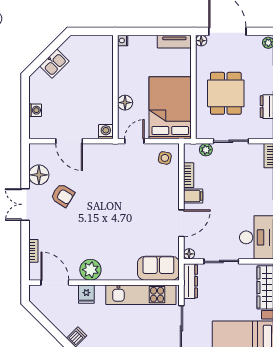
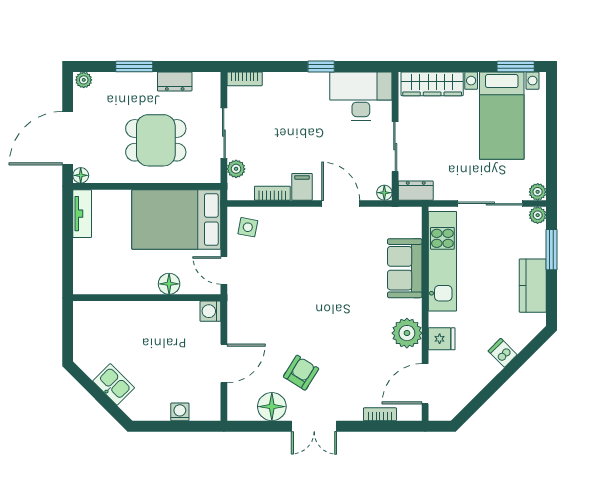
nightstand: (123, 41) -> (81, 287), removed
sofa: (158, 268) -> (405, 268), moved
dresser: (191, 281) -> (416, 191), width x0.70

